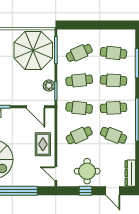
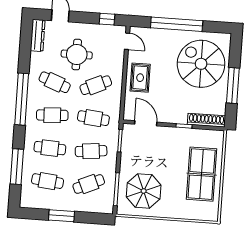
window: (100, 25) -> (61, 216), added
parasol: (33, 50) -> (144, 191), width x0.73, depth x0.73
plant: (49, 86) -> (128, 147), removed
round table: (87, 171) -> (77, 55), moved
window: (86, 191) -> (107, 19), moved

